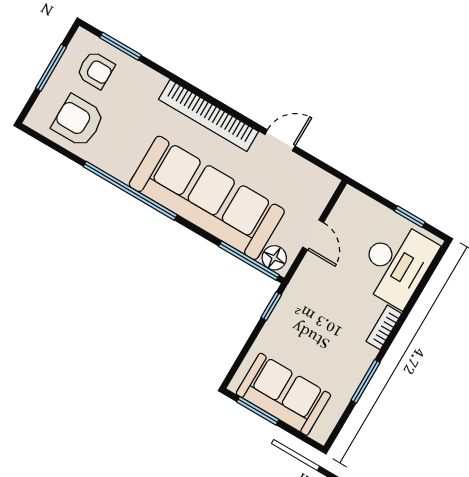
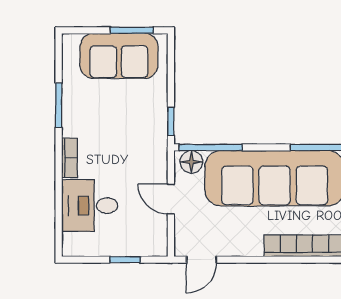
door: (280, 140) -> (201, 260), moved
window: (410, 217) -> (125, 260), moved
desk: (396, 264) -> (90, 206), width x0.73

